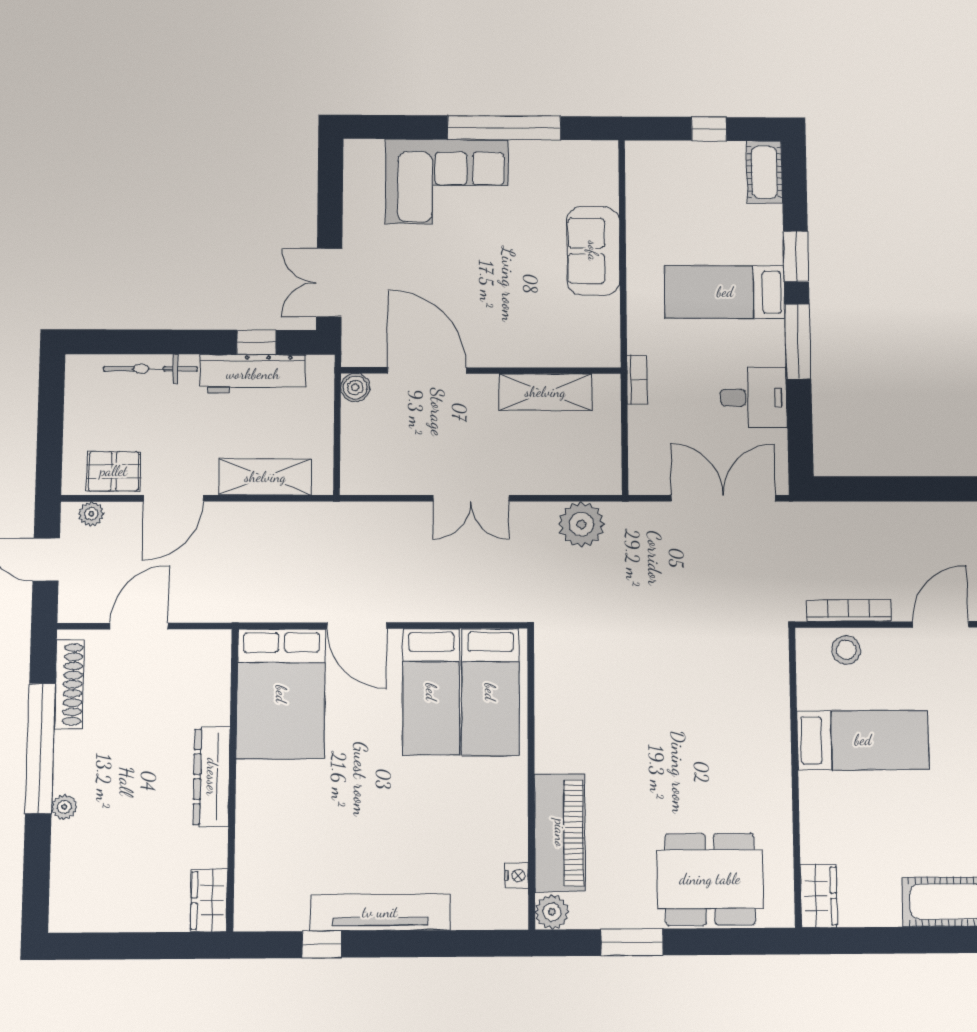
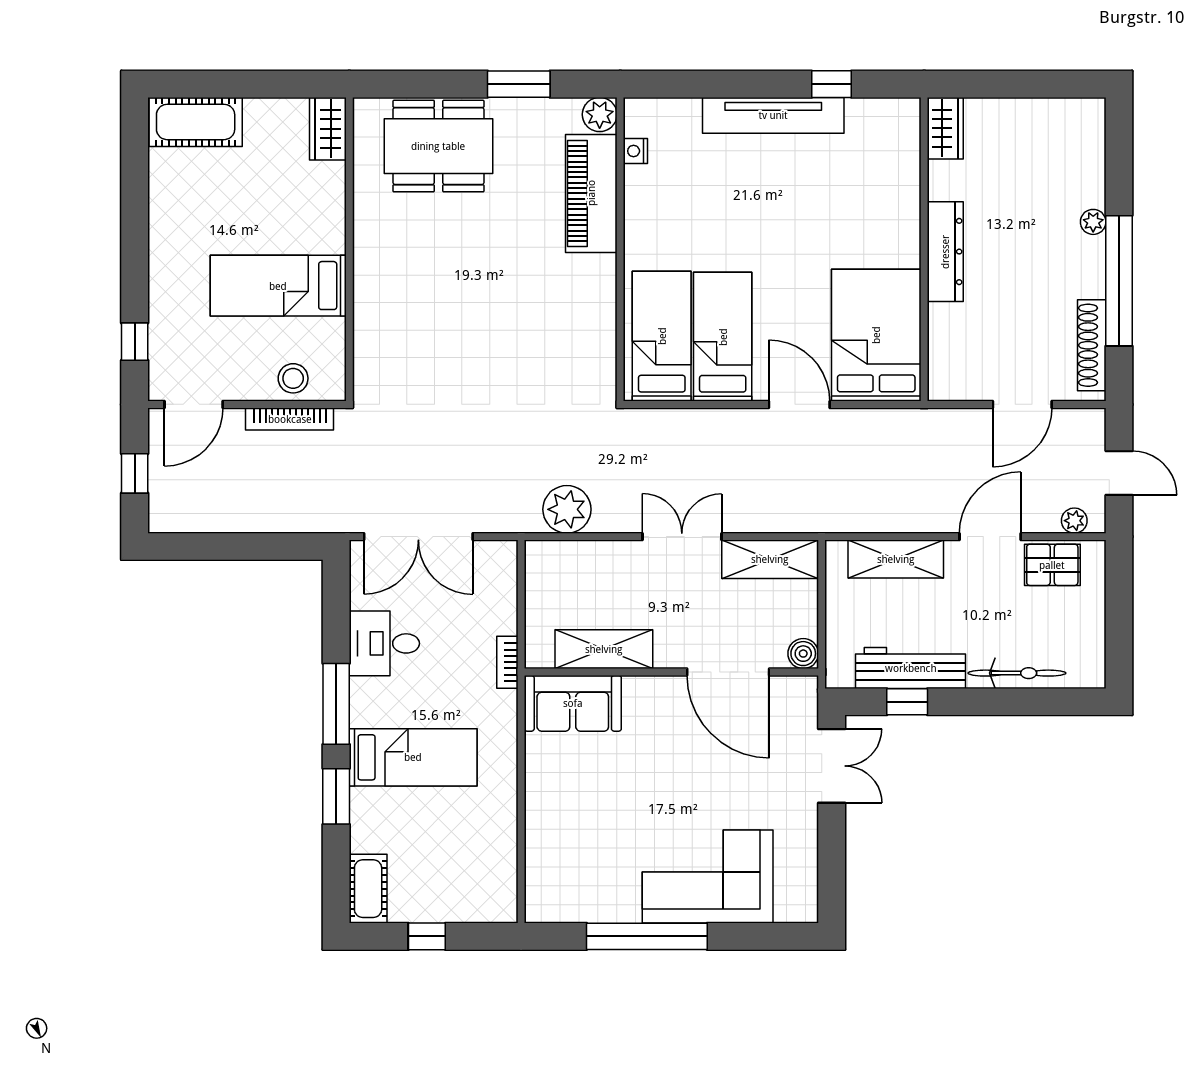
sofa: (593, 251) -> (573, 703), moved, turned 90
shelving: (386, 477) -> (770, 559), added

